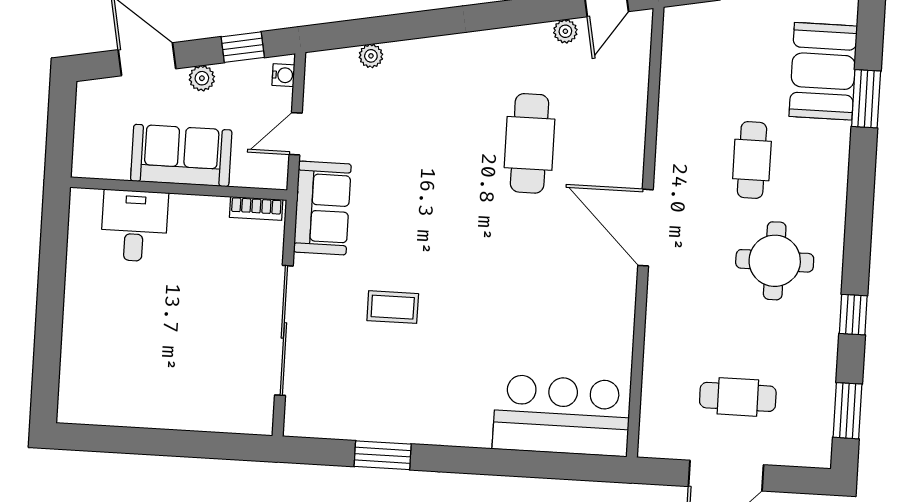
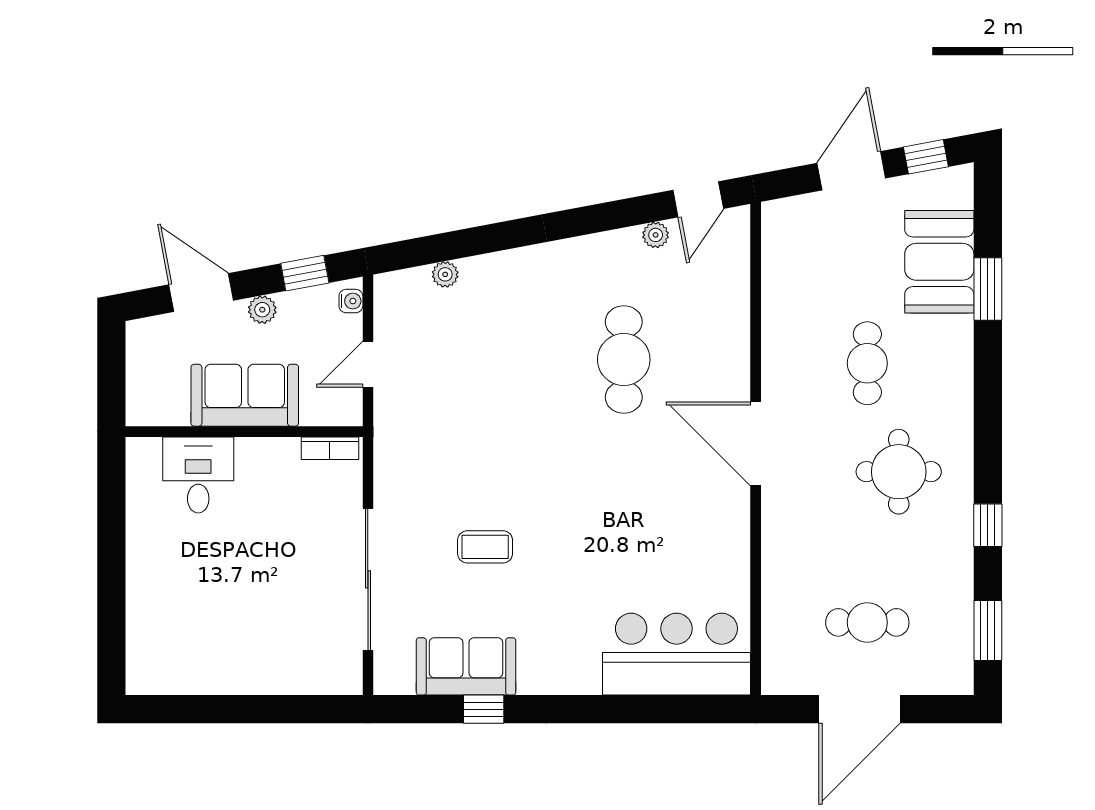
sofa: (322, 208) -> (466, 666), moved, turned -90
window: (383, 455) -> (484, 709), width x0.67

